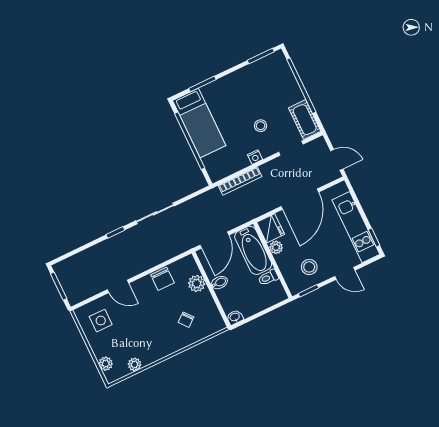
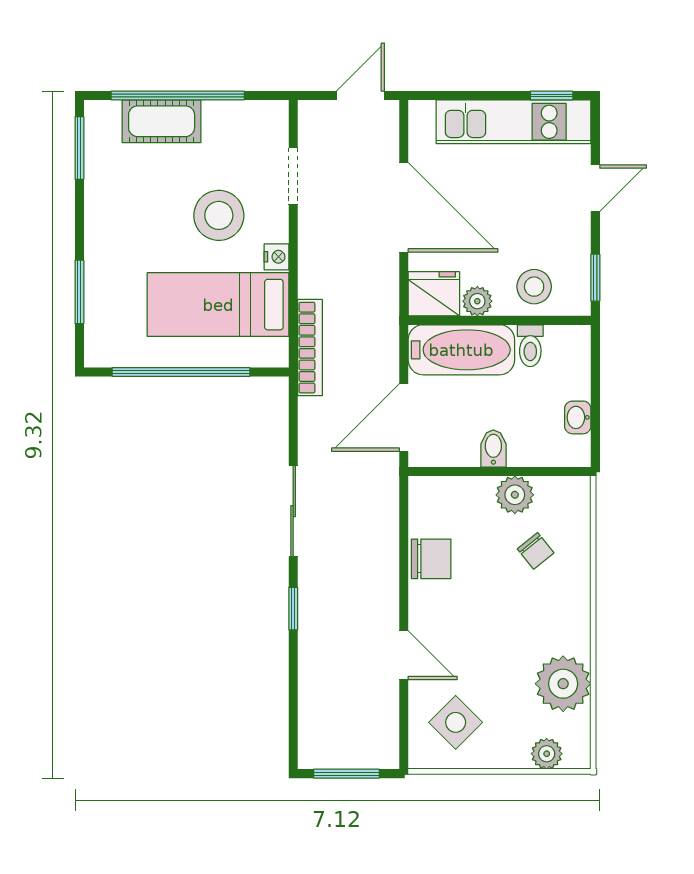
cot: (305, 120) -> (162, 121), moved
bed: (199, 123) -> (218, 305), moved, turned 180
stool: (261, 126) -> (219, 215), width x1.89, depth x1.89
bookcase: (240, 181) -> (310, 348), moved
door: (214, 240) -> (404, 417), swing flipped
stool: (309, 267) -> (534, 287), moved
plant: (197, 283) -> (515, 495), moved
door: (118, 286) -> (404, 655), hinge flipped
washbasin: (235, 317) -> (578, 417), moved
side table: (101, 321) -> (456, 722), turned 45
plant: (135, 364) -> (563, 684), width x1.88, depth x1.88

